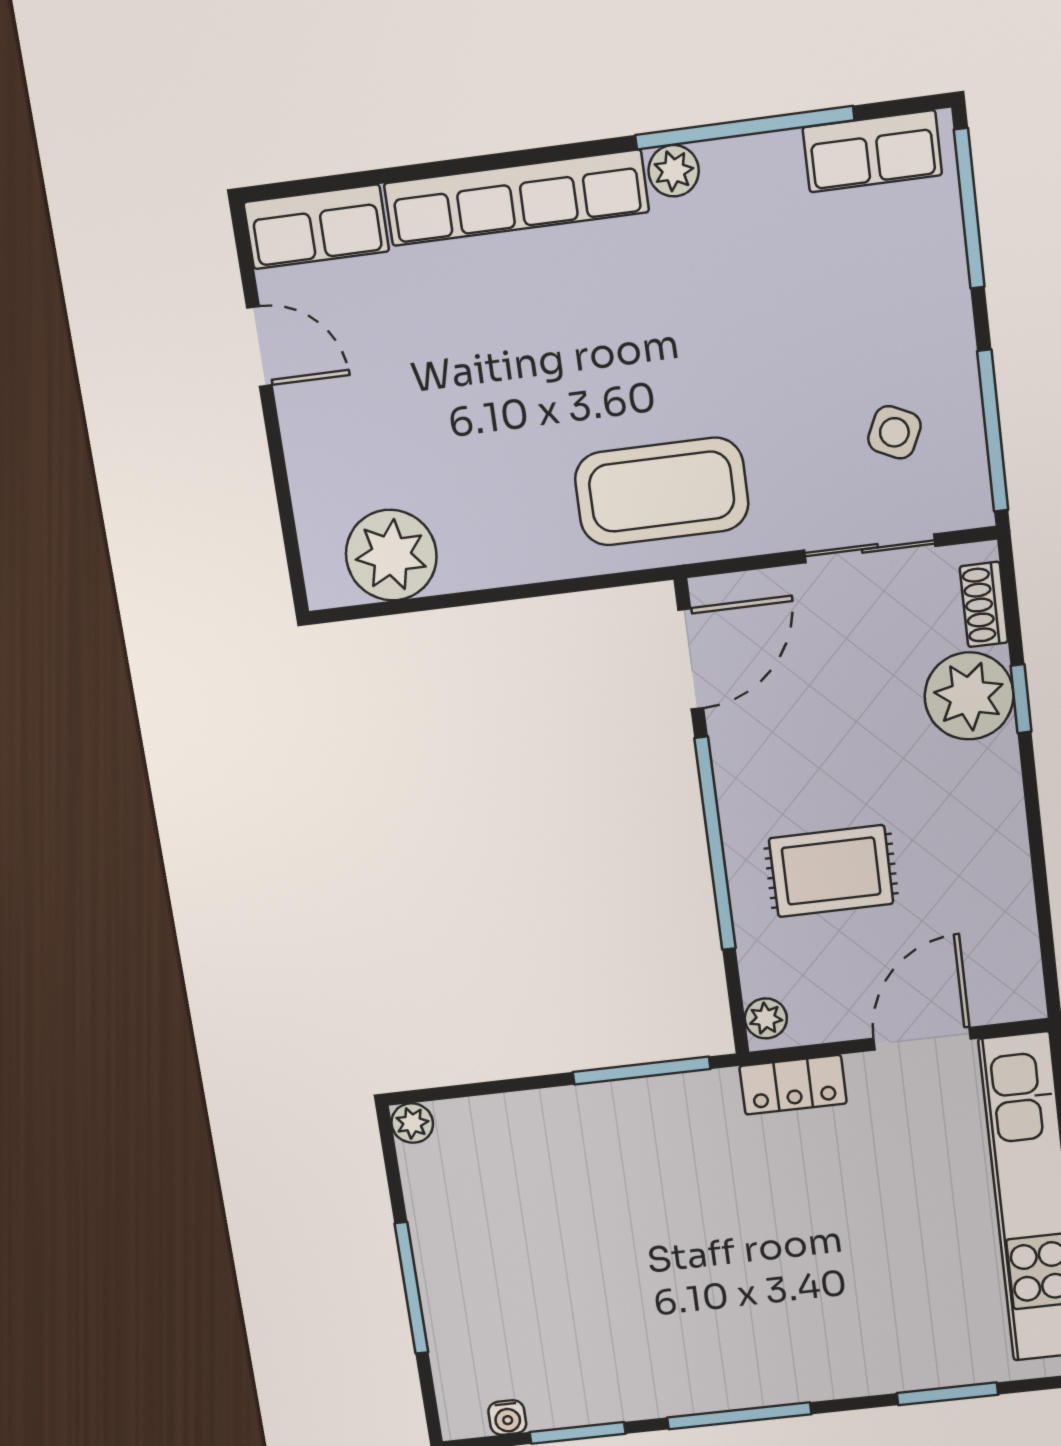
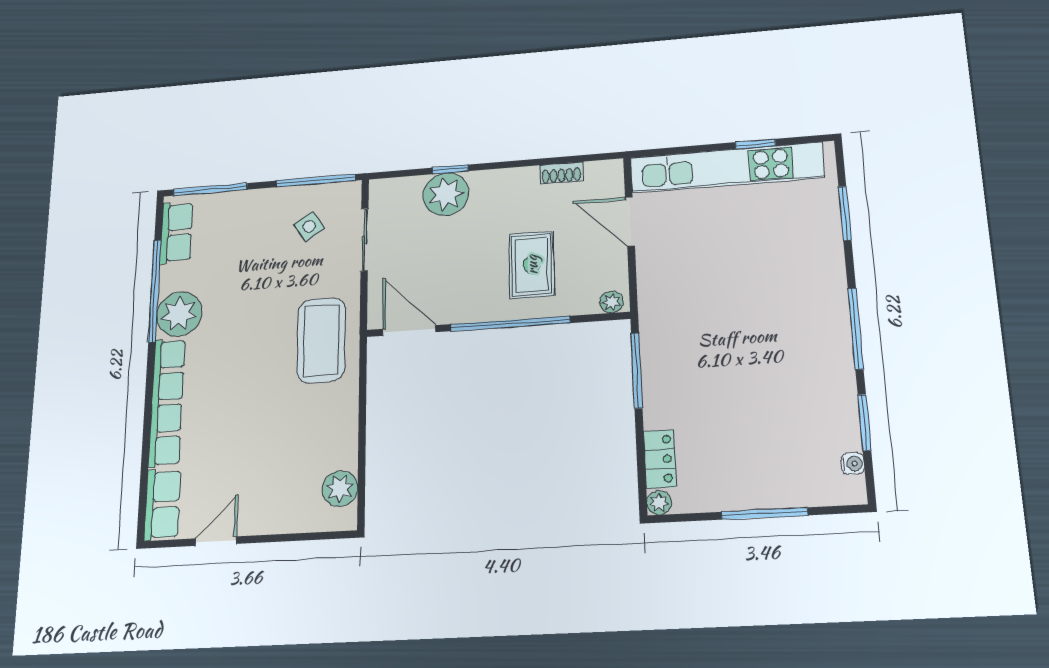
plant: (674, 171) -> (179, 314), width x1.88, depth x1.88
side table: (894, 432) -> (309, 226), turned 32
plant: (391, 555) -> (340, 489), width x0.73, depth x0.73
shoe rack: (984, 604) -> (561, 173), moved
locker: (793, 1085) -> (660, 459), moved

